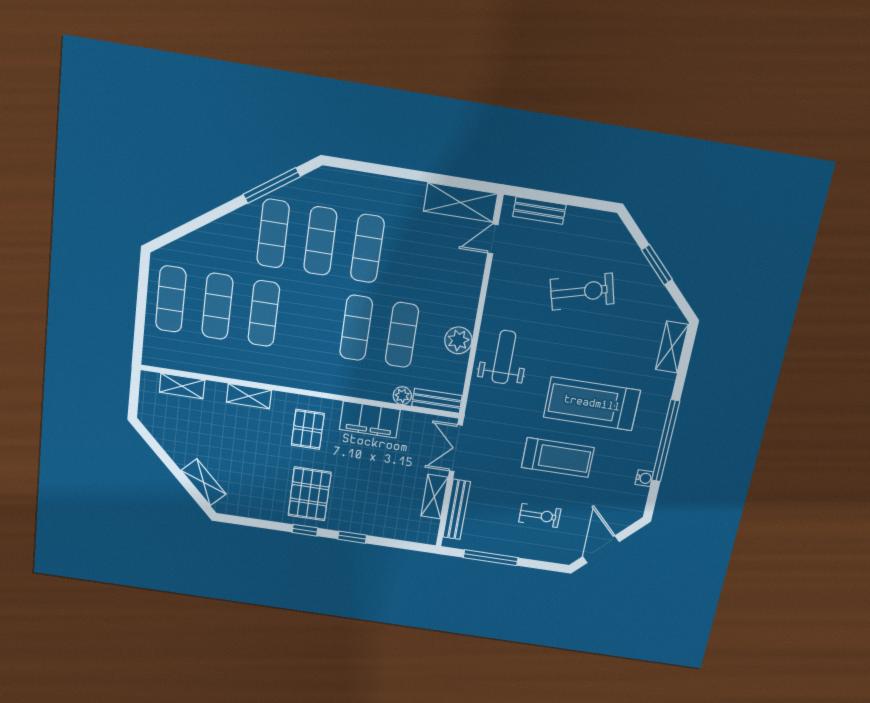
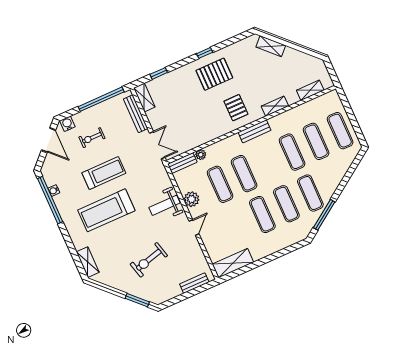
door: (493, 239) -> (194, 227), moved
window: (657, 265) -> (137, 300), moved
weight bench: (504, 357) -> (164, 205), turned 90
bench: (302, 379) -> (254, 131), added
treadmill: (592, 404) -> (106, 210), turned 180
filing cabinet: (370, 420) -> (209, 132), removed
window: (666, 441) -> (50, 200), moved
treadmill: (558, 458) -> (104, 173), turned 180
pallet: (310, 494) -> (214, 74), turned 90
shelving: (434, 497) -> (144, 97), moved
window: (352, 537) -> (159, 73), moved
water cooler: (560, 554) -> (67, 124), added
window: (491, 558) -> (101, 99), width x1.46

